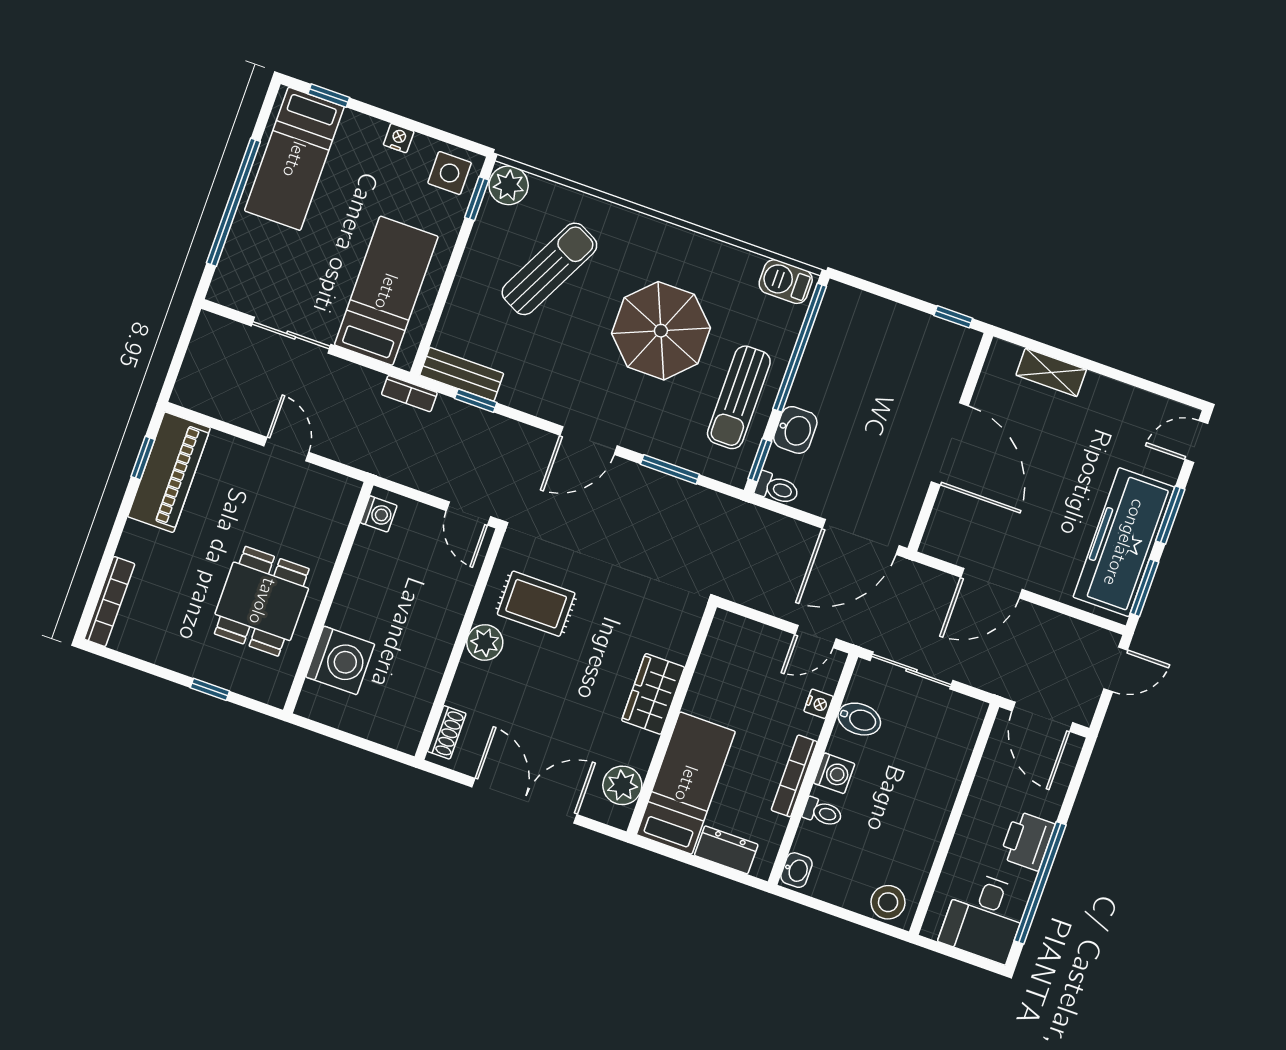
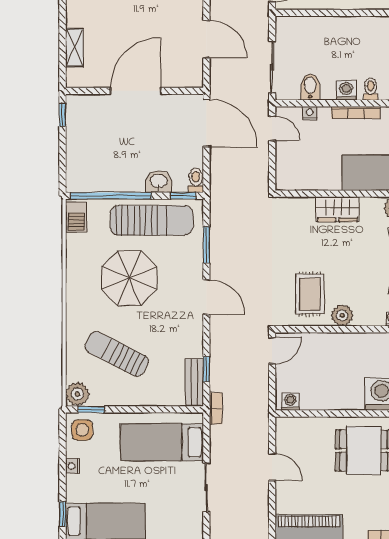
sun lounger: (739, 397) -> (152, 220), width x1.36, depth x1.34
door: (286, 449) -> (272, 467), swing flipped

